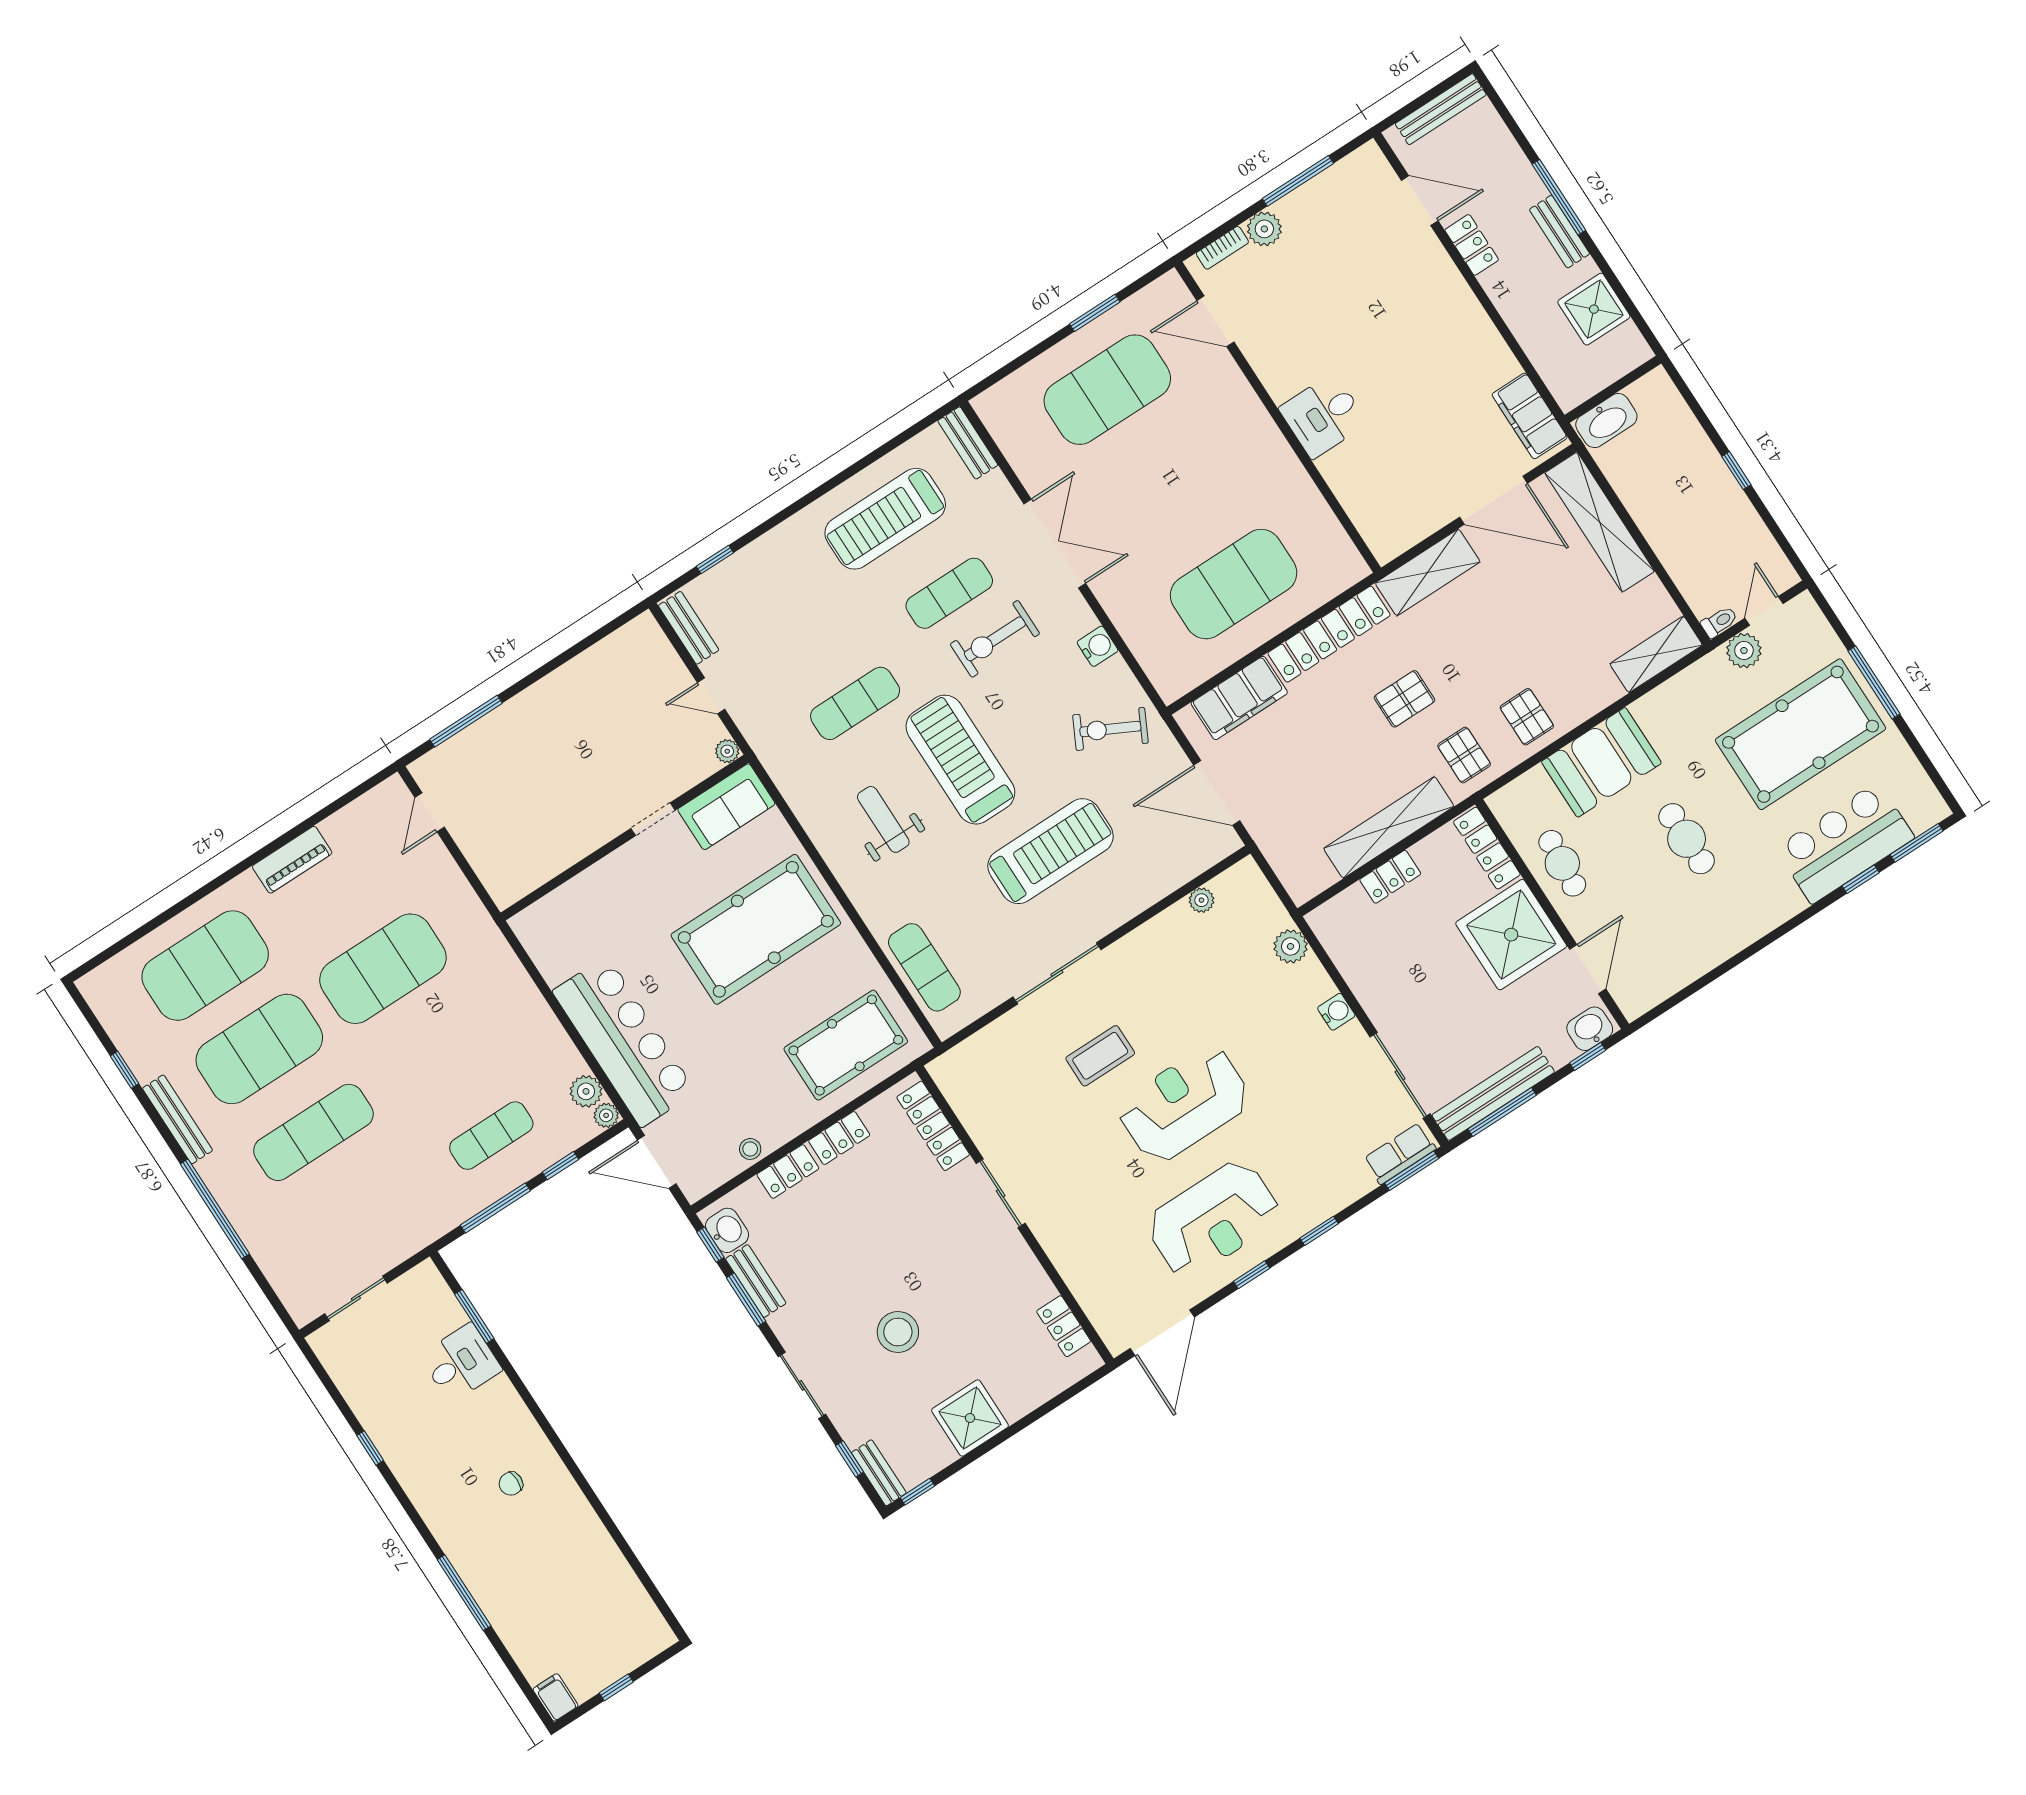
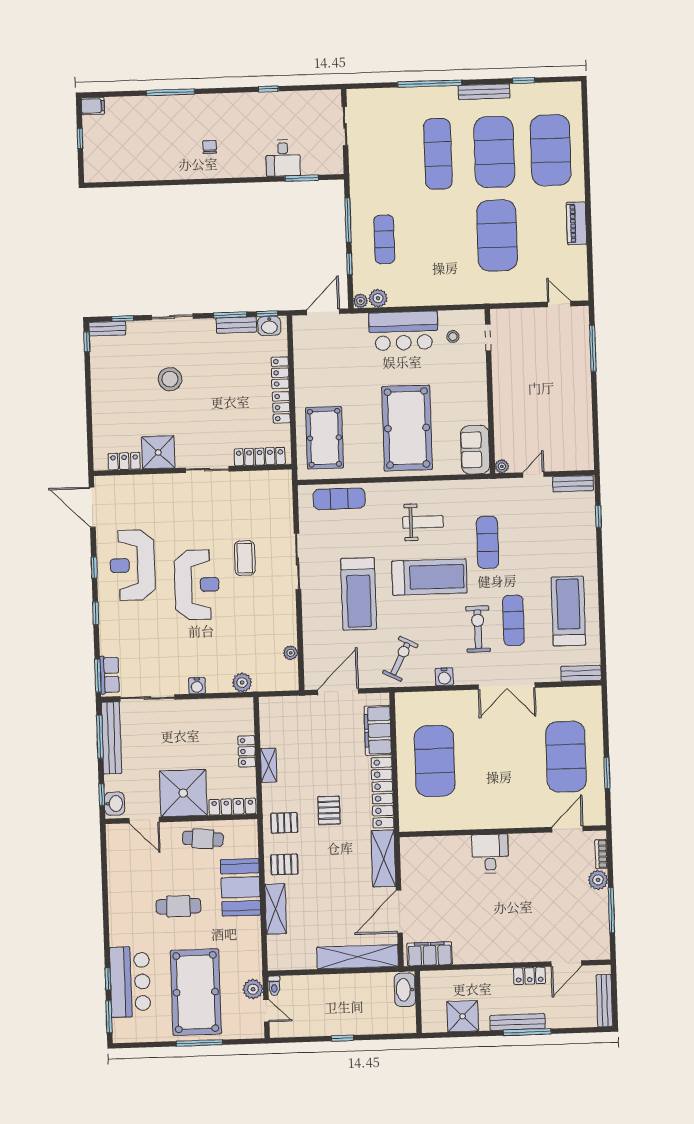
bench: (1559, 232) -> (518, 1022), width x1.36
shelving: (1656, 654) -> (276, 909), moved
doorway: (653, 819) -> (488, 337), moved
shelving: (1389, 827) -> (269, 765), width x0.45, depth x0.75
bar counter: (624, 1042) -> (403, 331), width x0.73
stool: (750, 1149) -> (453, 337), moved
shower: (970, 1418) -> (158, 452), moved

